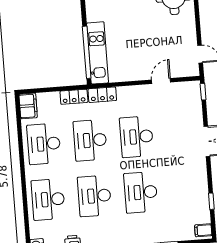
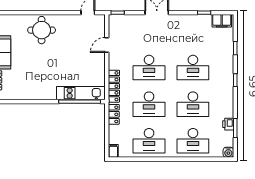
door: (161, 81) -> (107, 45), hinge flipped
locker: (102, 95) -> (114, 86), width x1.53
filing cabinet: (28, 106) -> (113, 151), width x0.50
filing cabinet: (203, 230) -> (222, 21), width x2.00

